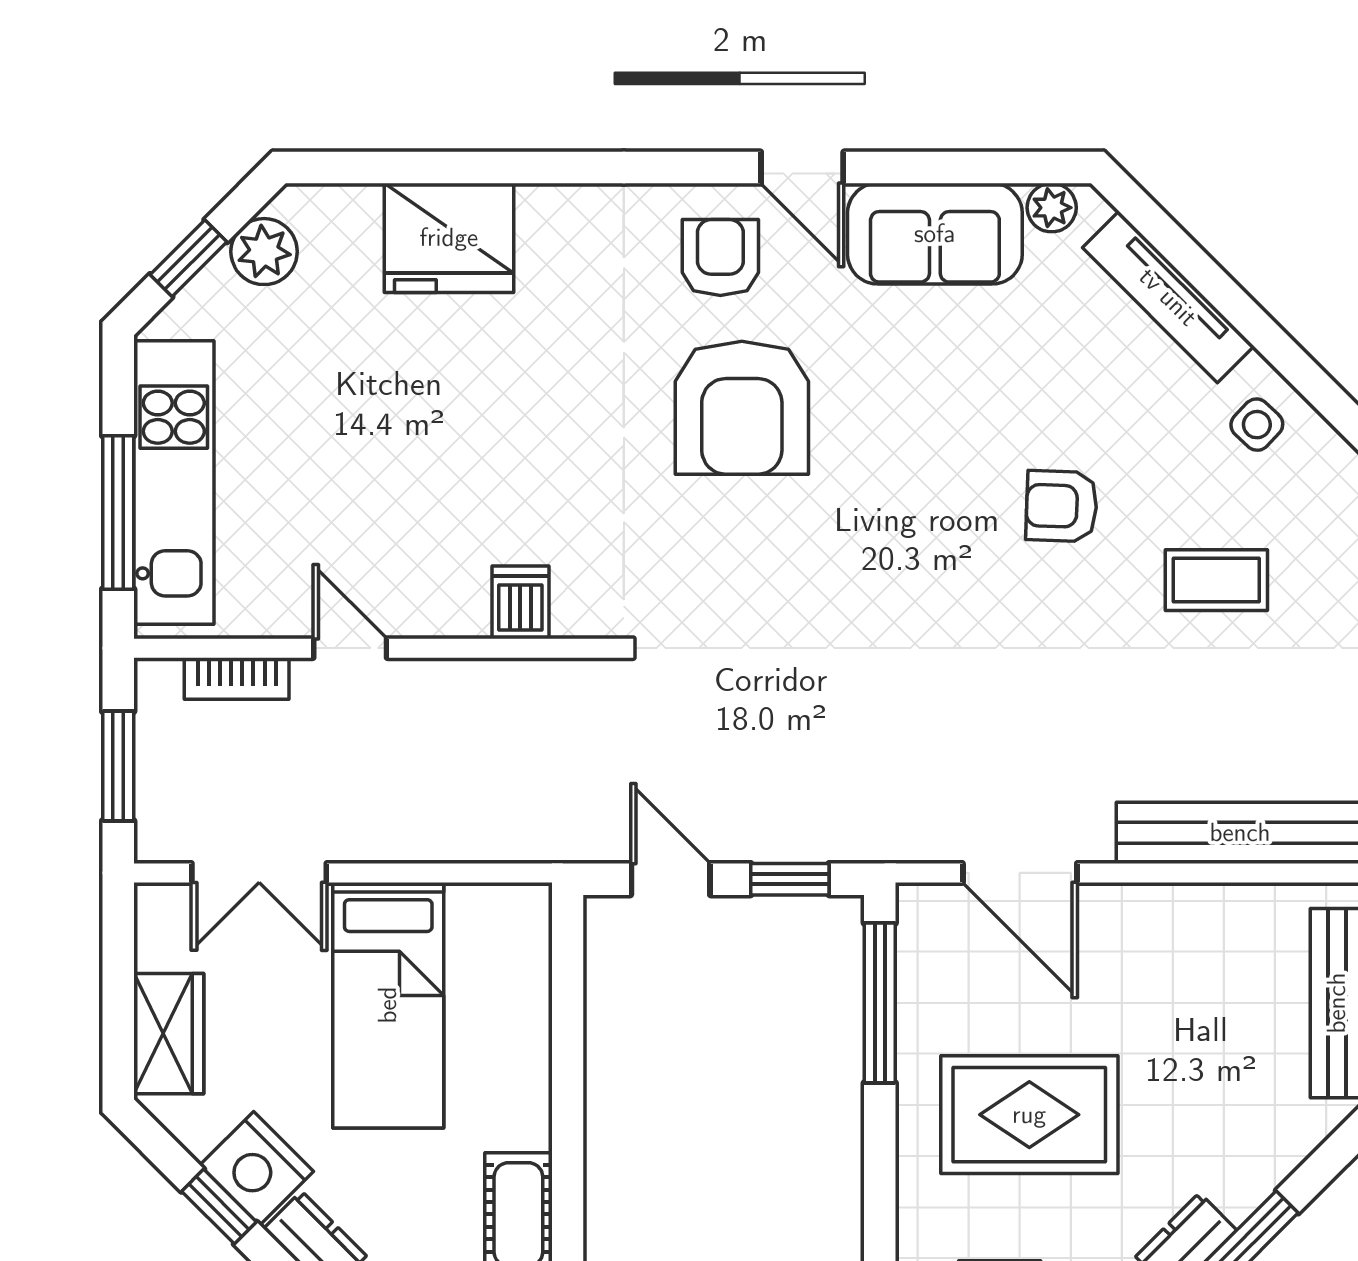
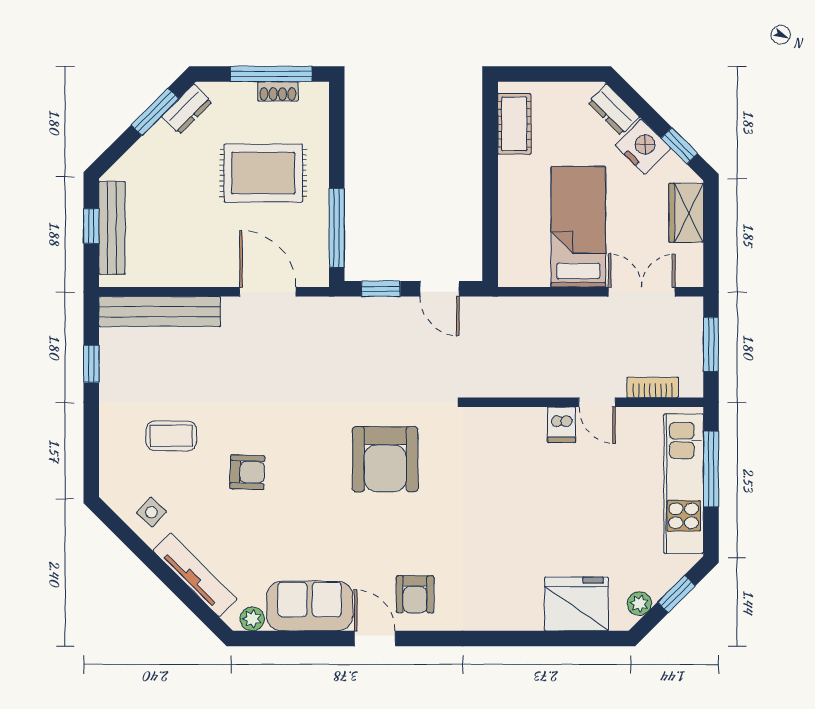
fridge: (449, 238) -> (577, 604), moved
plant: (264, 252) -> (639, 603), width x0.73, depth x0.73
armchair: (742, 408) -> (385, 459), moved, turned 180
dishwasher: (520, 602) -> (561, 425), moved
window: (219, 1207) -> (679, 146), moved

